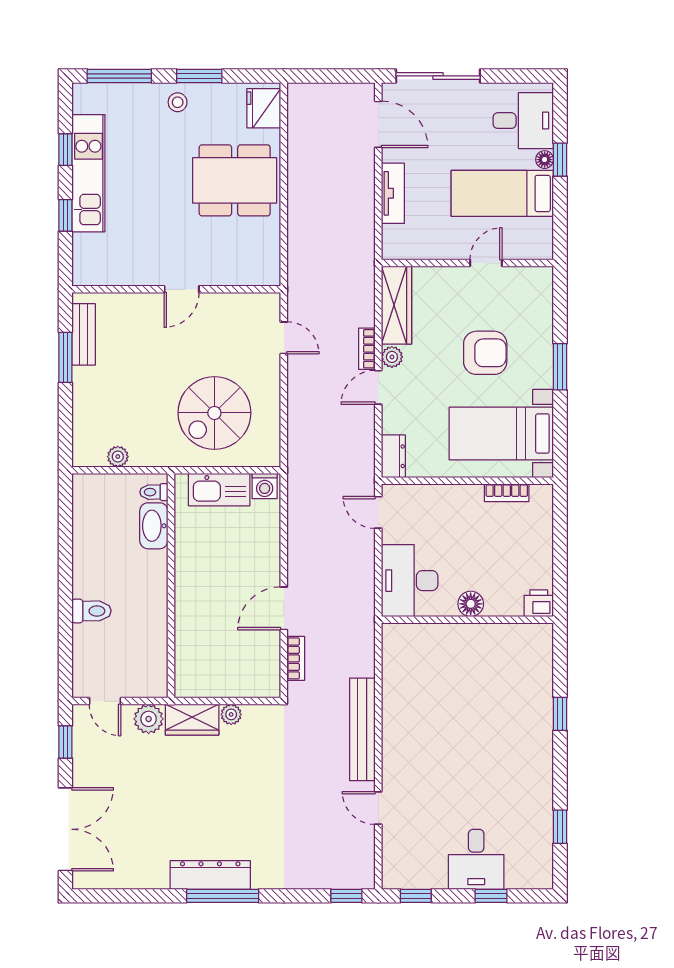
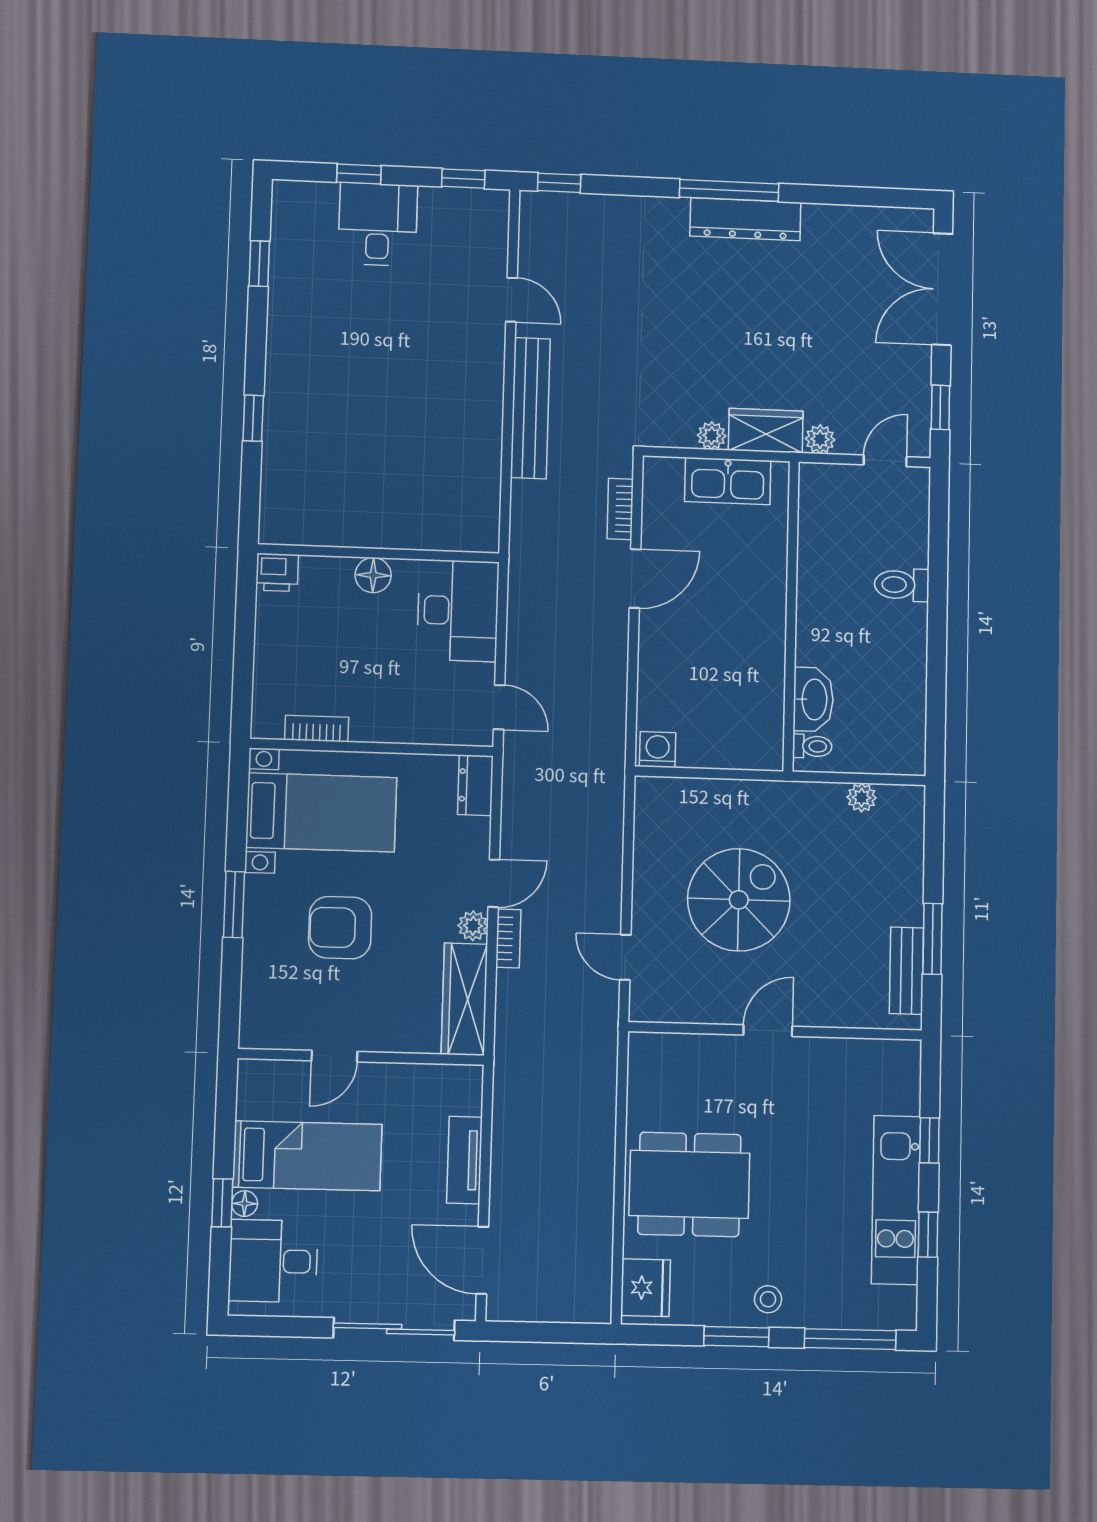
spiral stairs: (214, 413) -> (739, 900), moved
kitchen sink: (219, 490) -> (728, 481), moved, turned 180
door: (105, 701) -> (885, 461), hinge flipped
plant: (149, 719) -> (820, 439), width x0.73, depth x0.73

